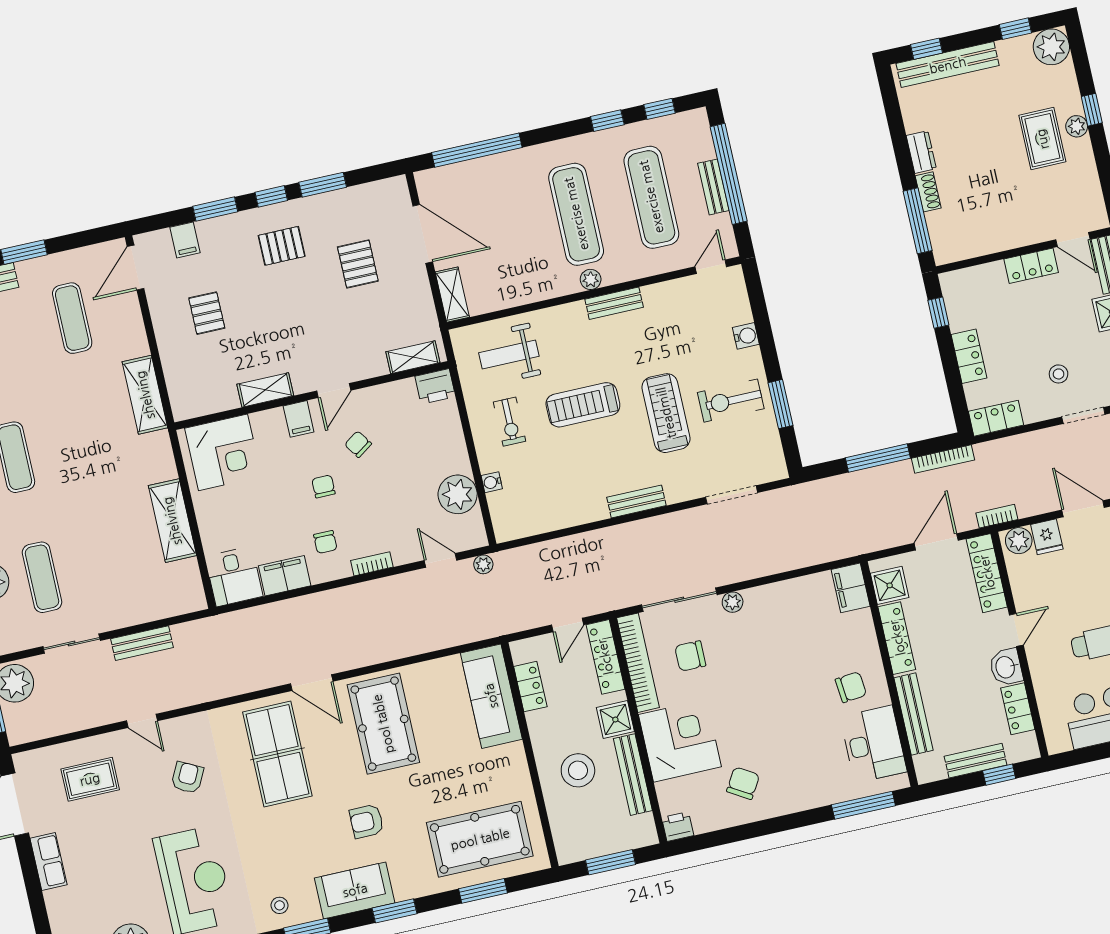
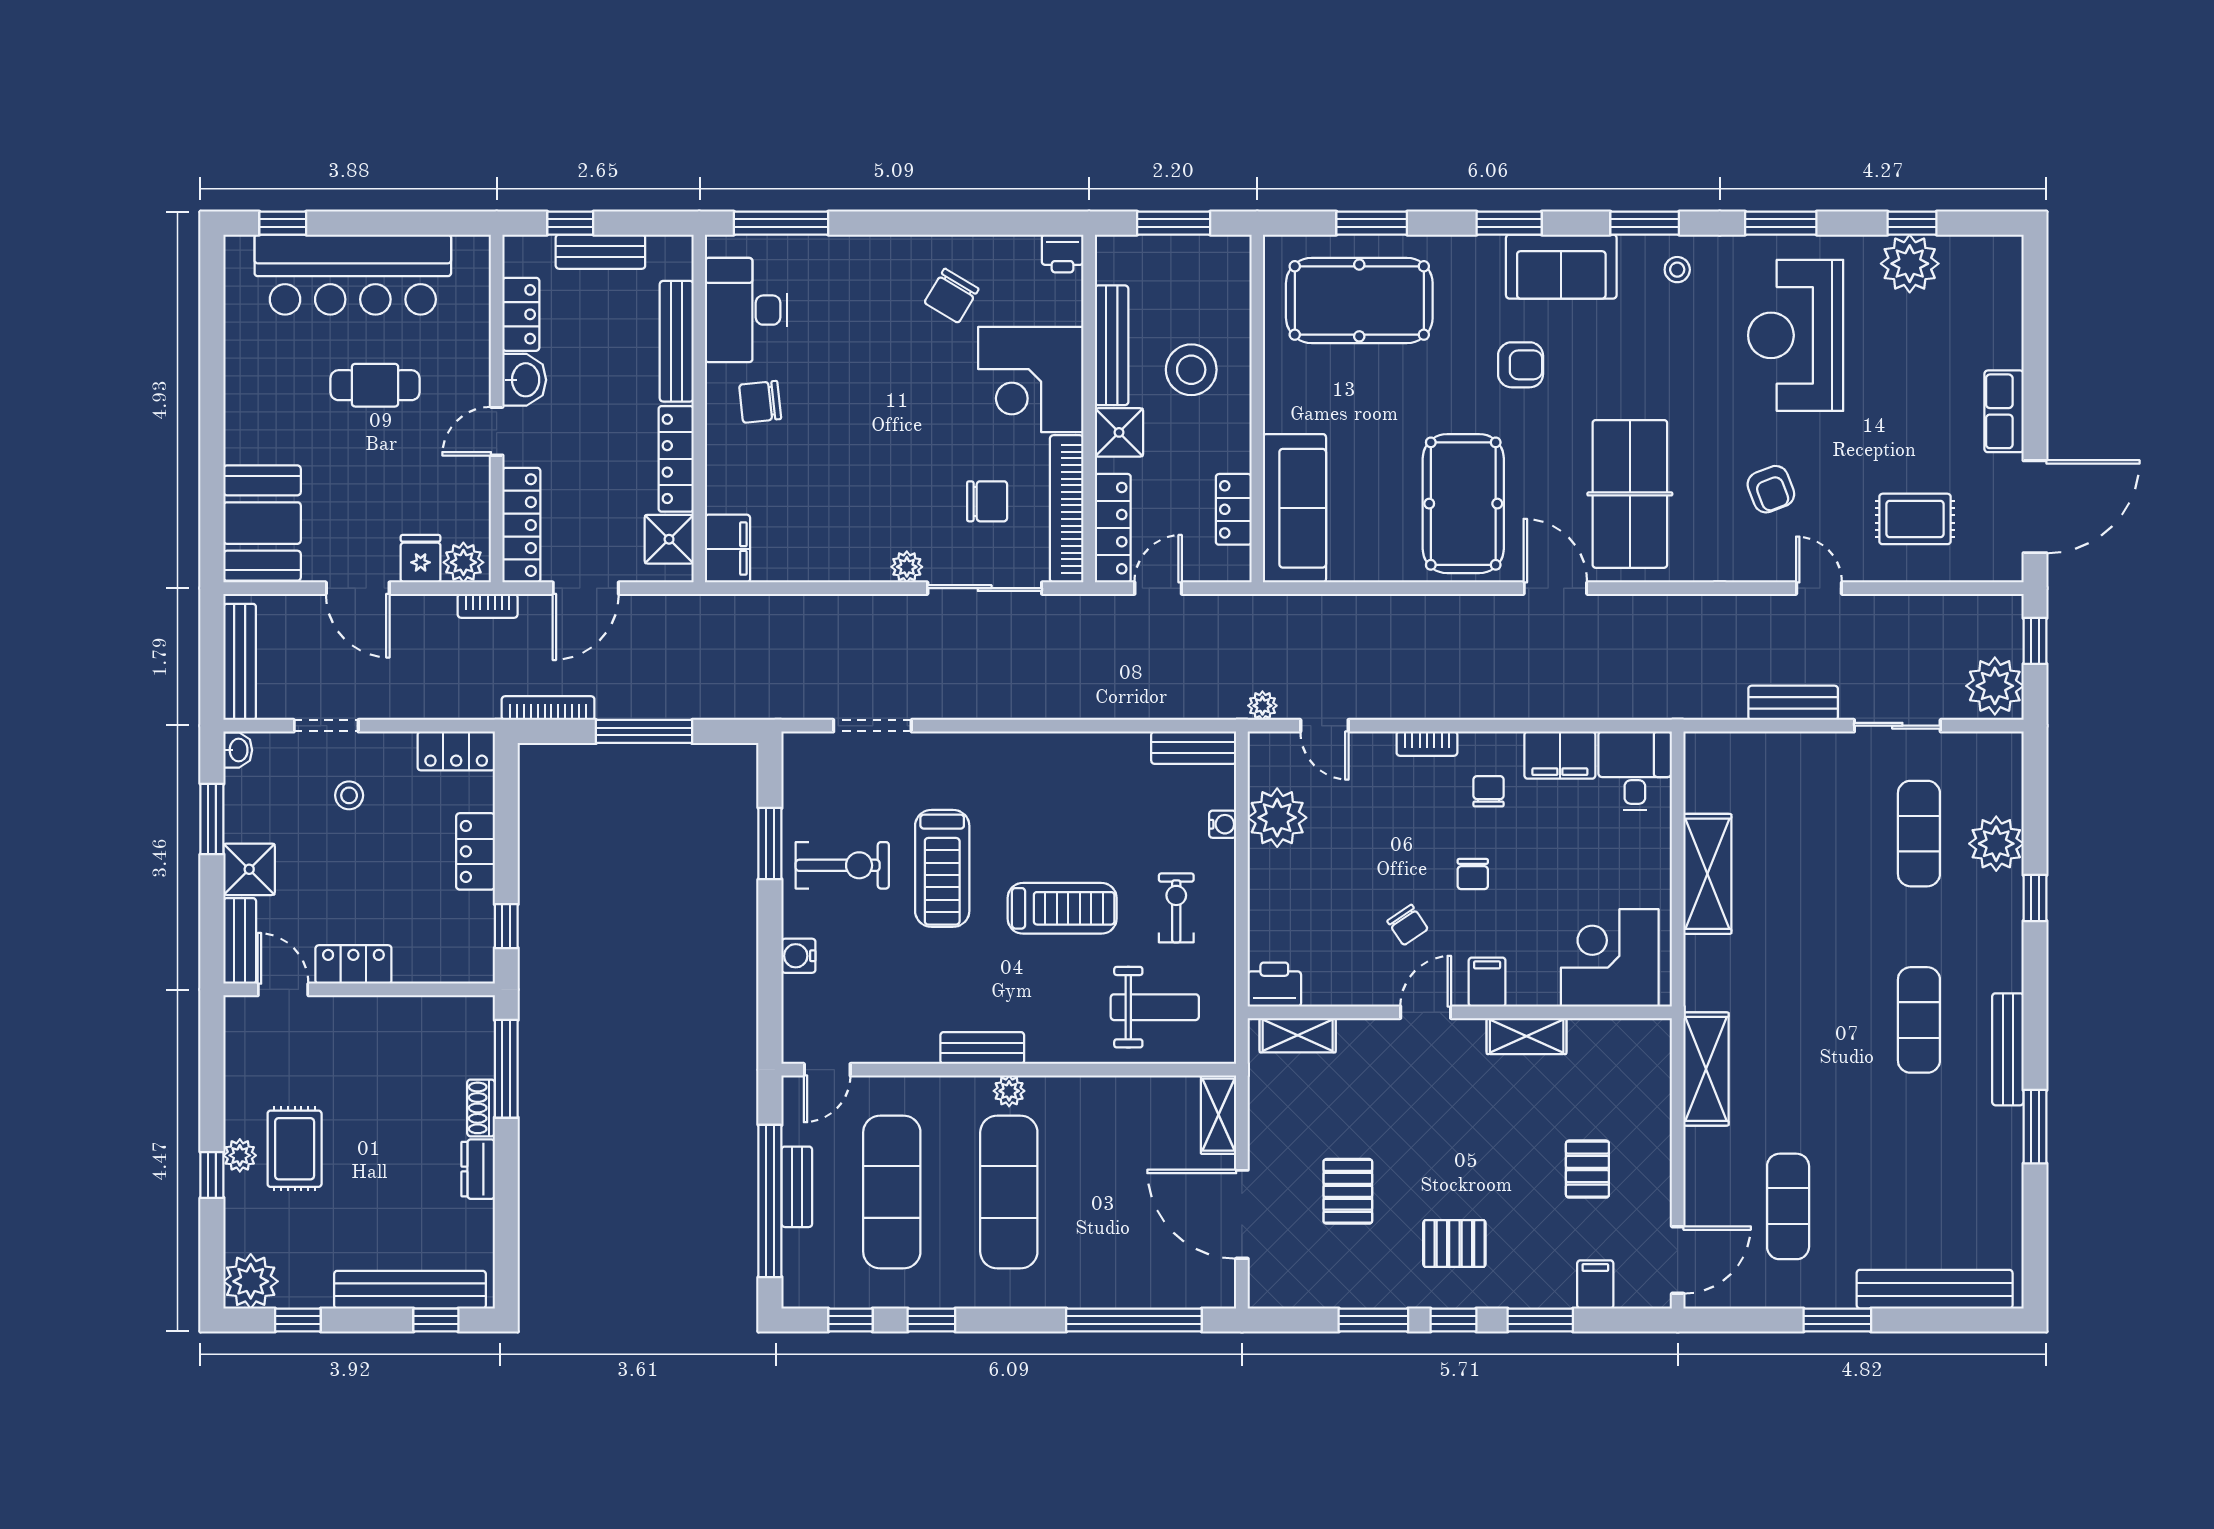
bench: (636, 501) -> (1194, 748), moved
armchair: (187, 778) -> (1771, 489), turned -48

